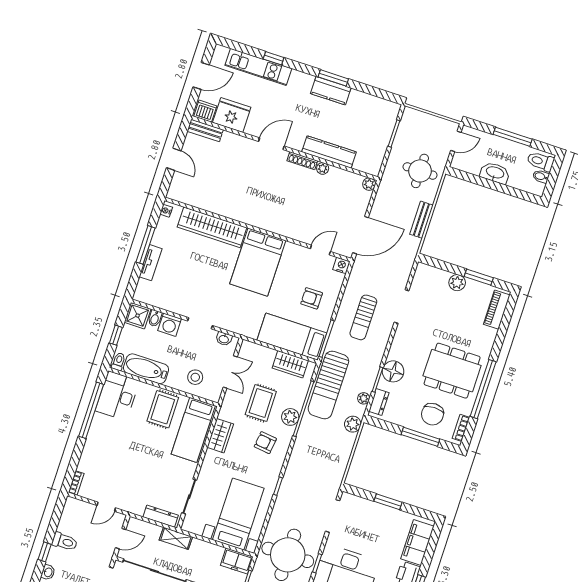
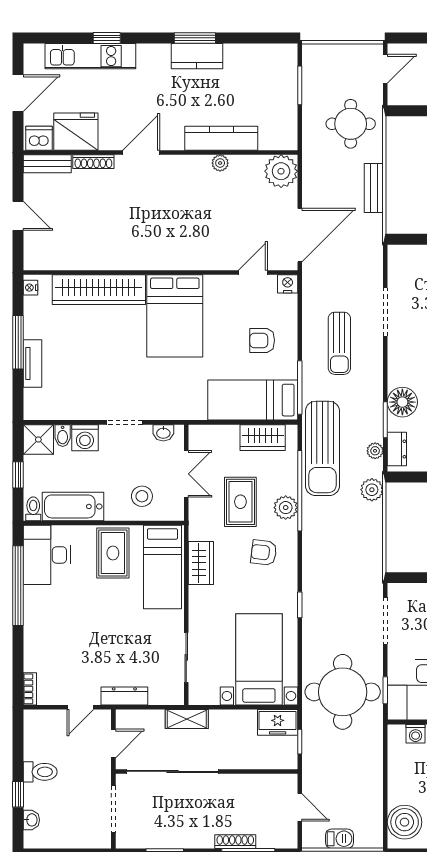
shoe rack: (302, 161) -> (93, 162), moved
plant: (369, 184) -> (281, 171), width x1.87, depth x1.87
dresser: (161, 516) -> (124, 696), moved

